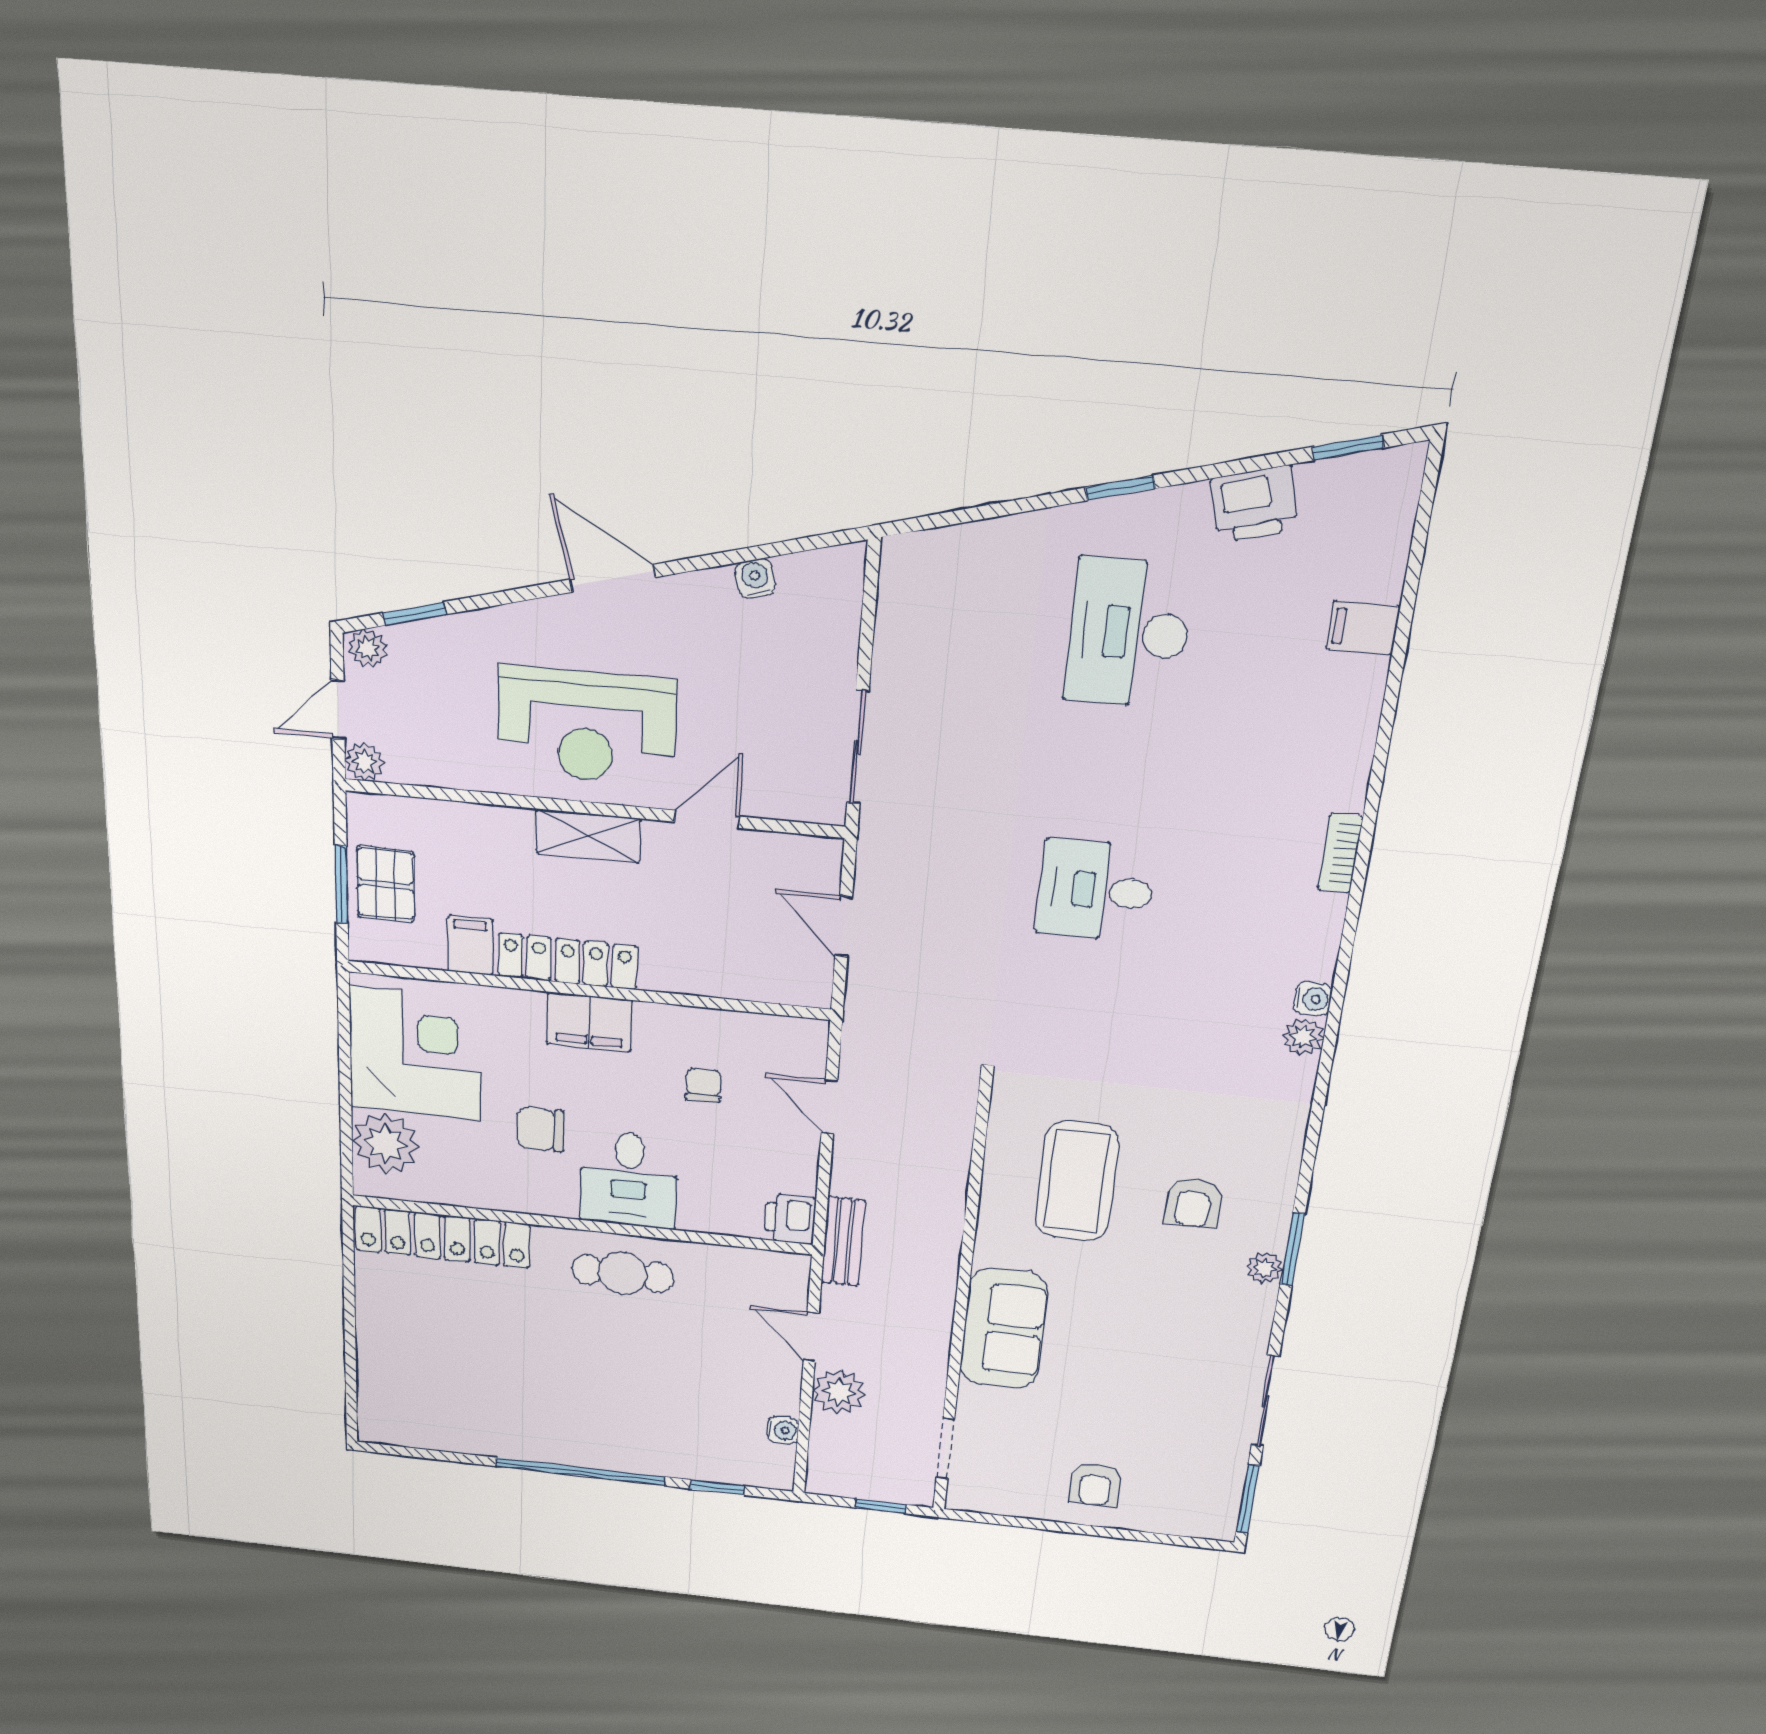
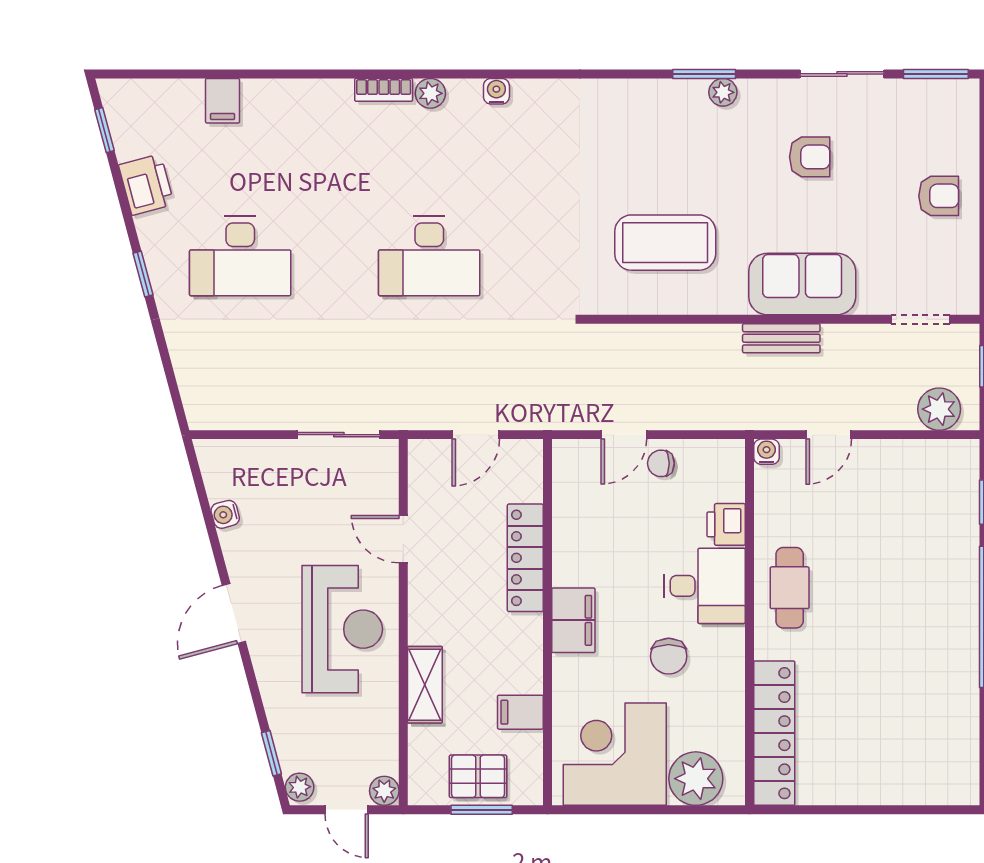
shelving: (588, 836) -> (425, 685), moved
desk: (1096, 891) -> (429, 256), width x1.37
locker: (567, 961) -> (525, 558), moved
plant: (1303, 1037) -> (430, 93), moved
chair: (704, 1085) -> (661, 463), moved
armchair: (1193, 1203) -> (810, 157), moved
printer: (790, 1219) -> (726, 524), moved, turned 90
bench: (843, 1241) -> (781, 338), moved
plant: (839, 1392) -> (939, 409), moved
water cooler: (783, 1430) -> (766, 452), moved

